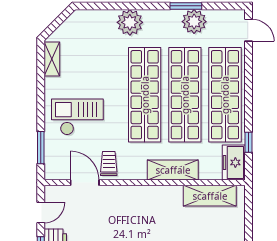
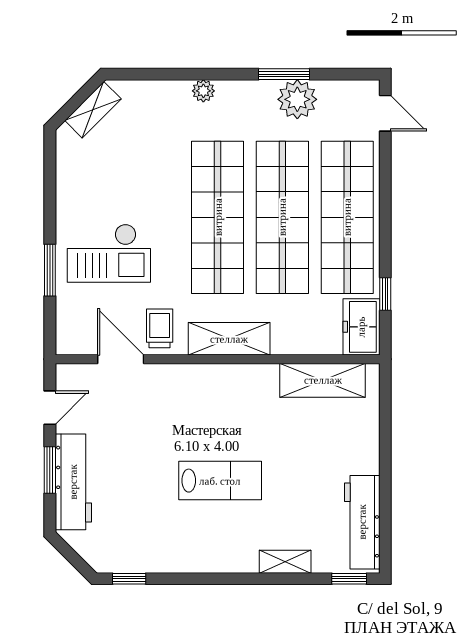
plant: (130, 22) -> (203, 91), width x0.53, depth x0.53
shelving: (52, 59) -> (93, 110), moved, turned 45
checkout: (77, 117) -> (109, 253), turned 180
window: (41, 148) -> (50, 270), moved
shelving: (173, 170) -> (229, 339), moved

